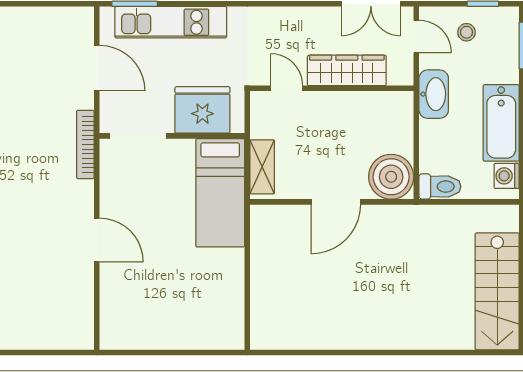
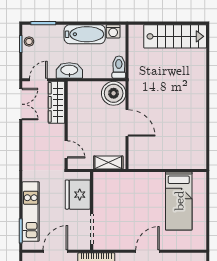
stool: (466, 32) -> (29, 42), moved
wardrobe: (347, 70) -> (57, 102), moved
door: (287, 88) -> (66, 149), swing flipped
bed: (220, 193) -> (179, 201), moved, turned 90

